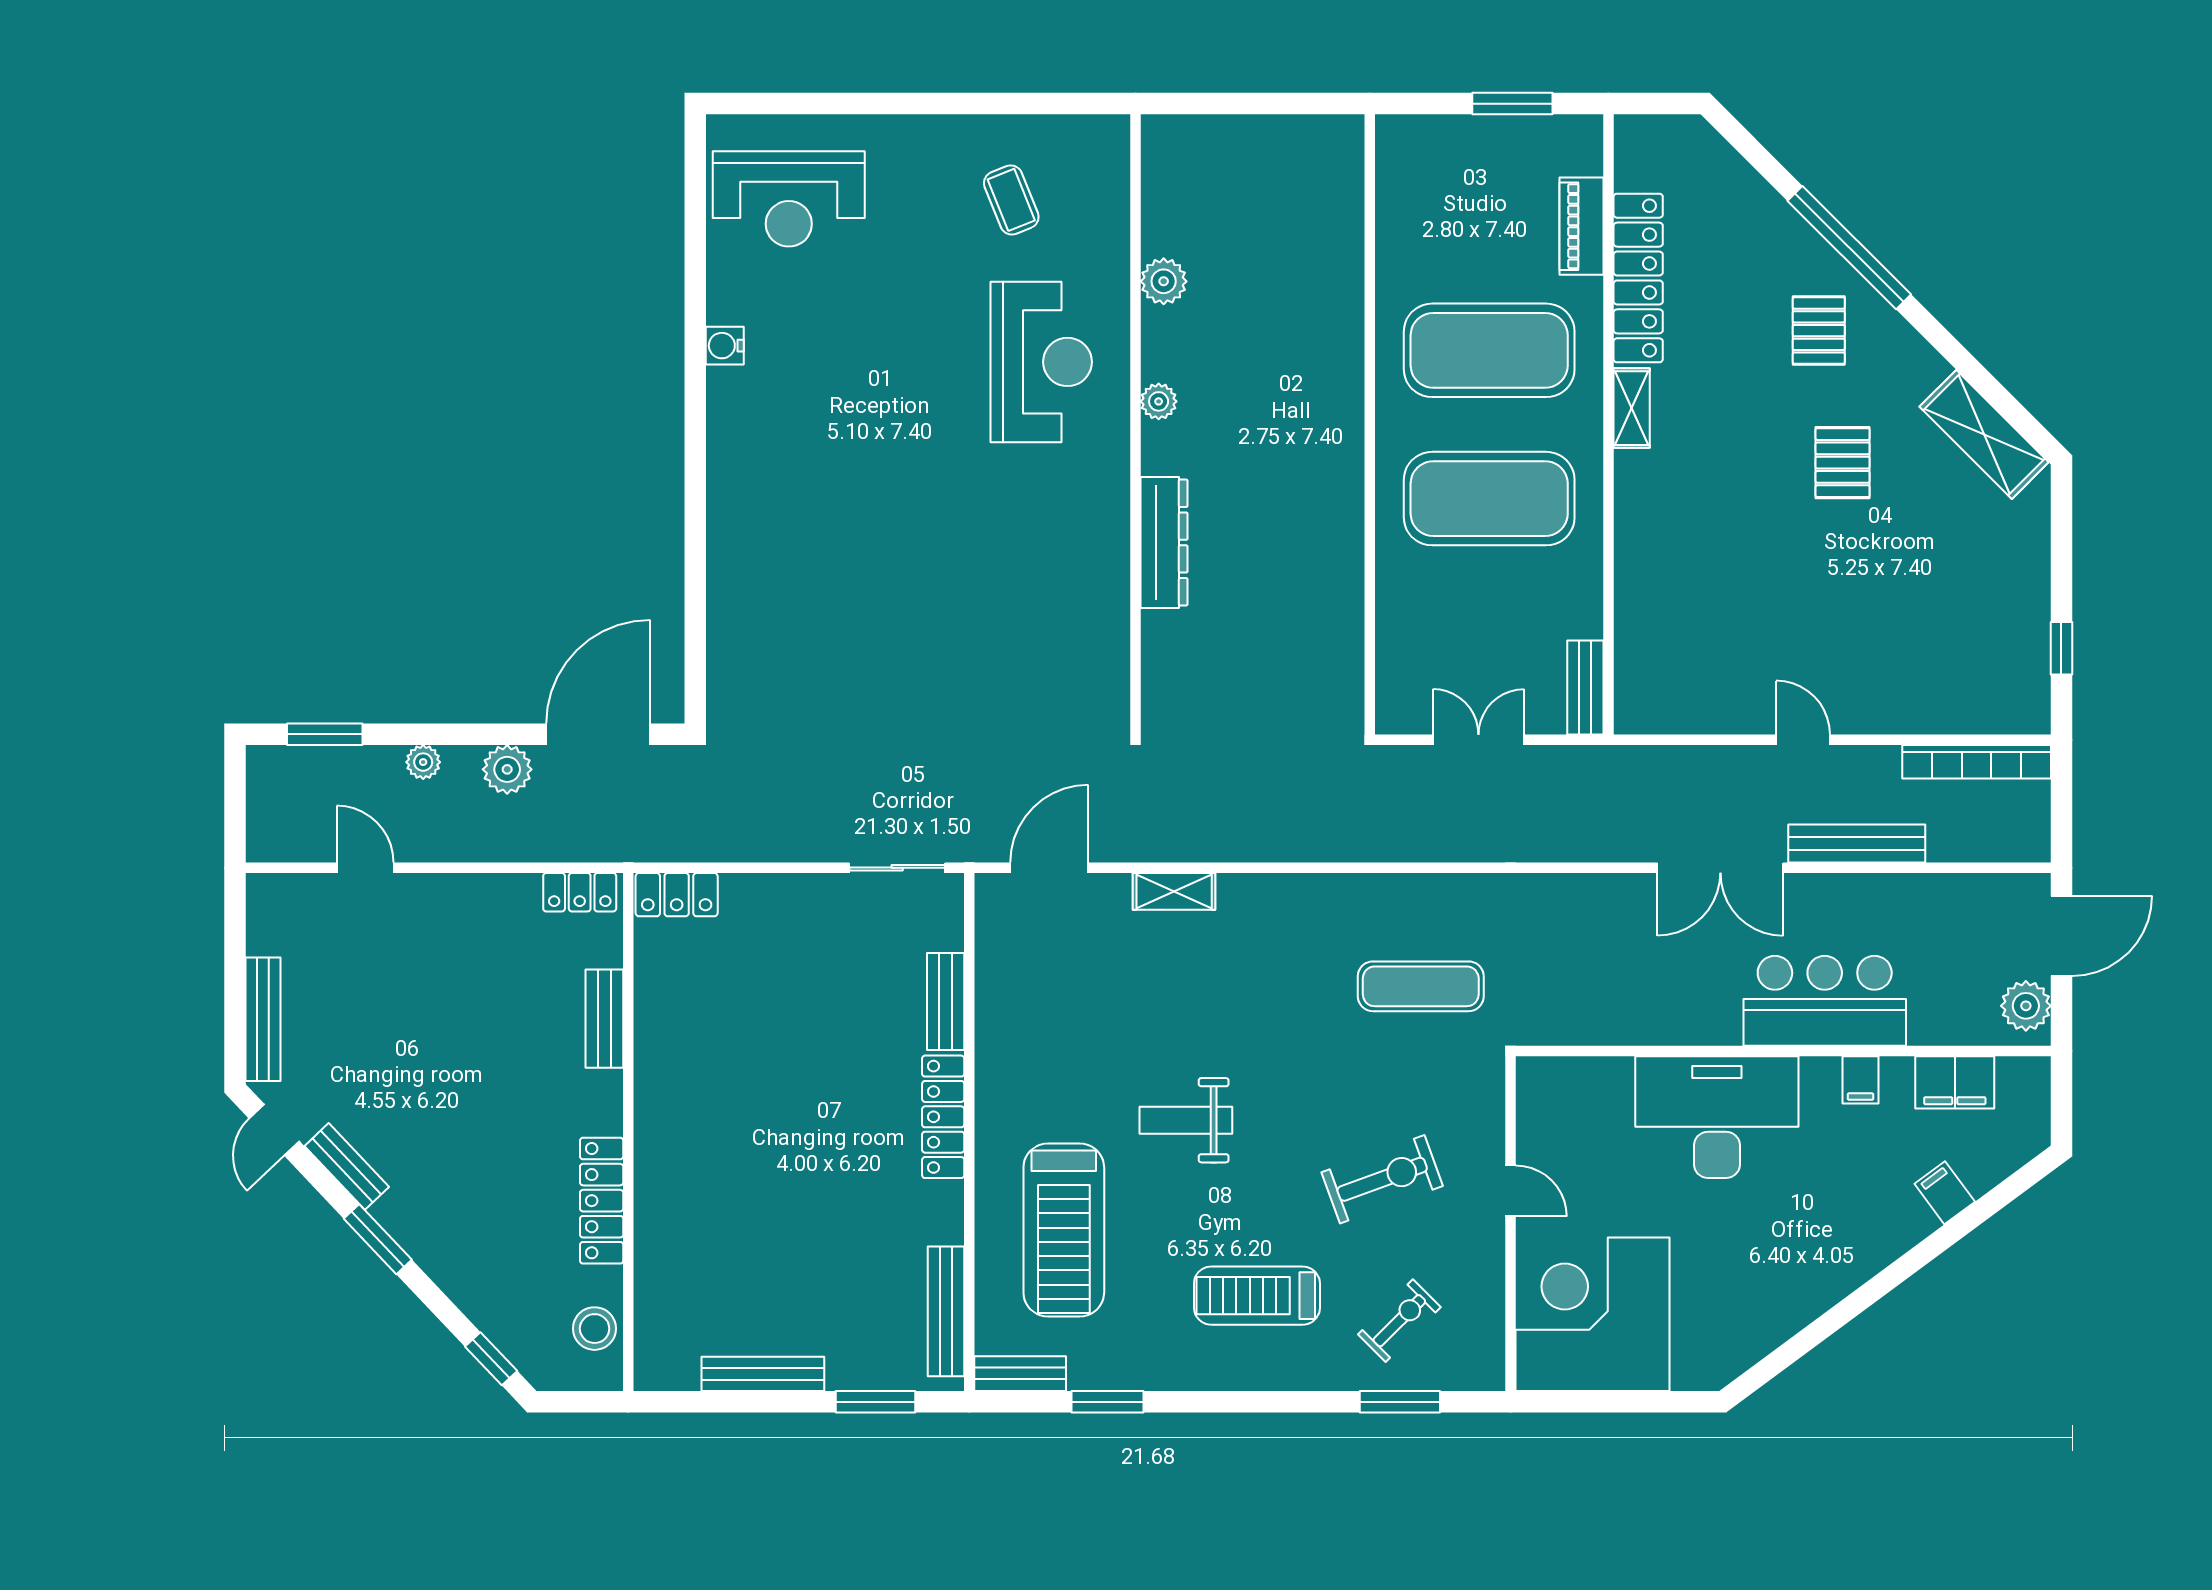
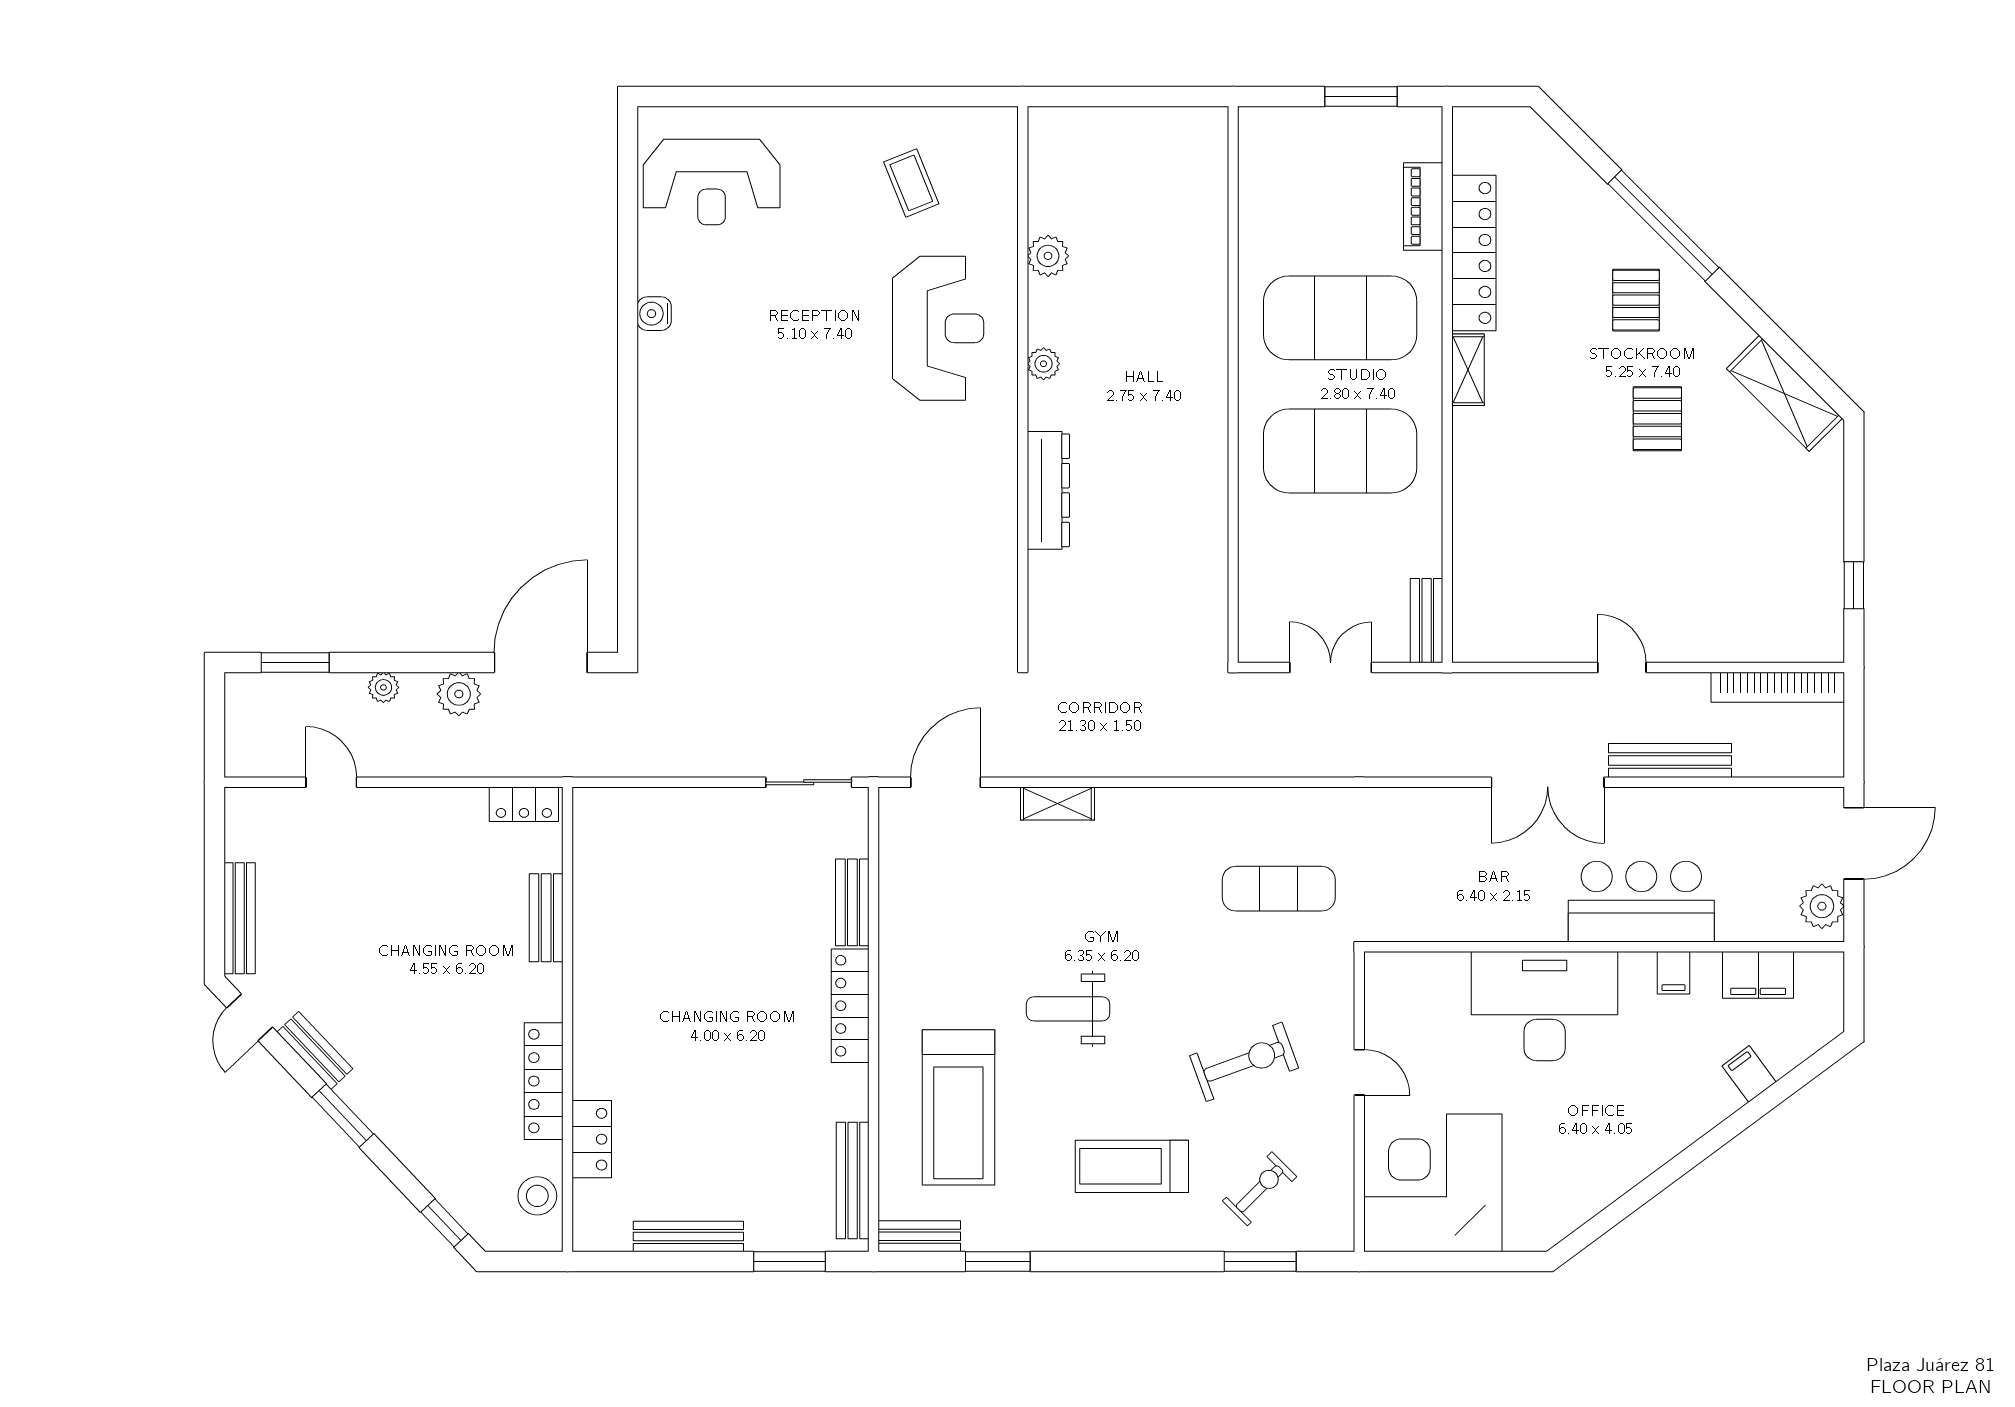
locker: (677, 895) -> (592, 1139), moved, turned -90

